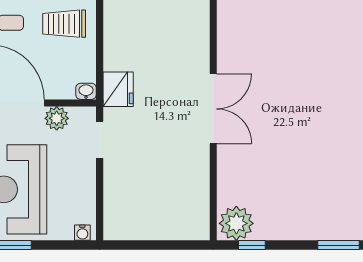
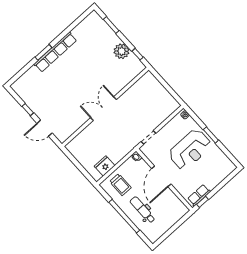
fridge: (118, 89) -> (105, 166), moved
plant: (57, 118) -> (154, 158), removed
plant: (236, 223) -> (122, 51), moved

